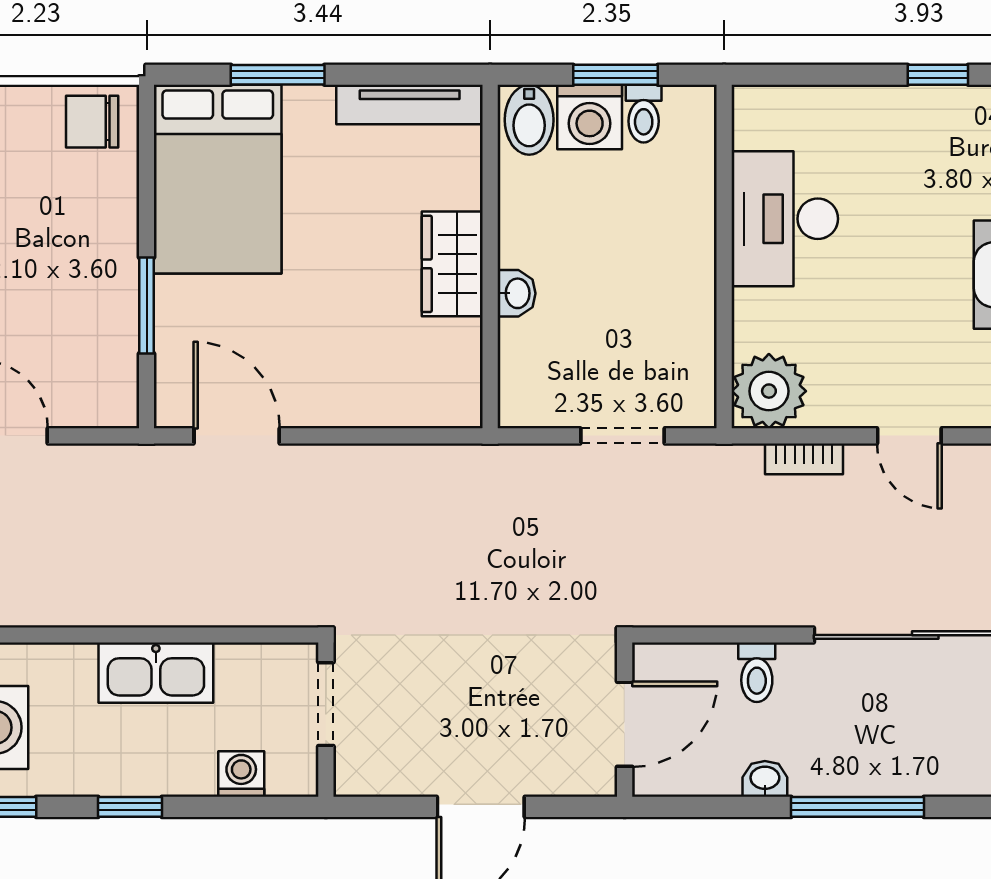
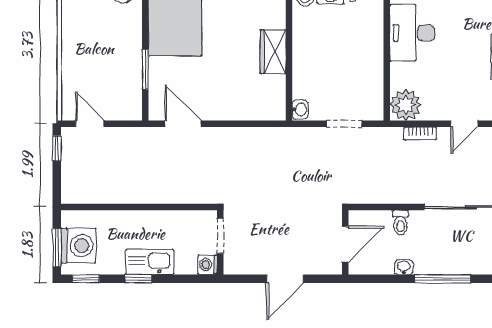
washbasin: (516, 293) -> (300, 109), moved
door: (909, 436) -> (464, 124), hinge flipped
kitchen sink: (156, 673) -> (150, 262), moved, turned 180
washing machine: (241, 774) -> (208, 265), moved, turned -90

